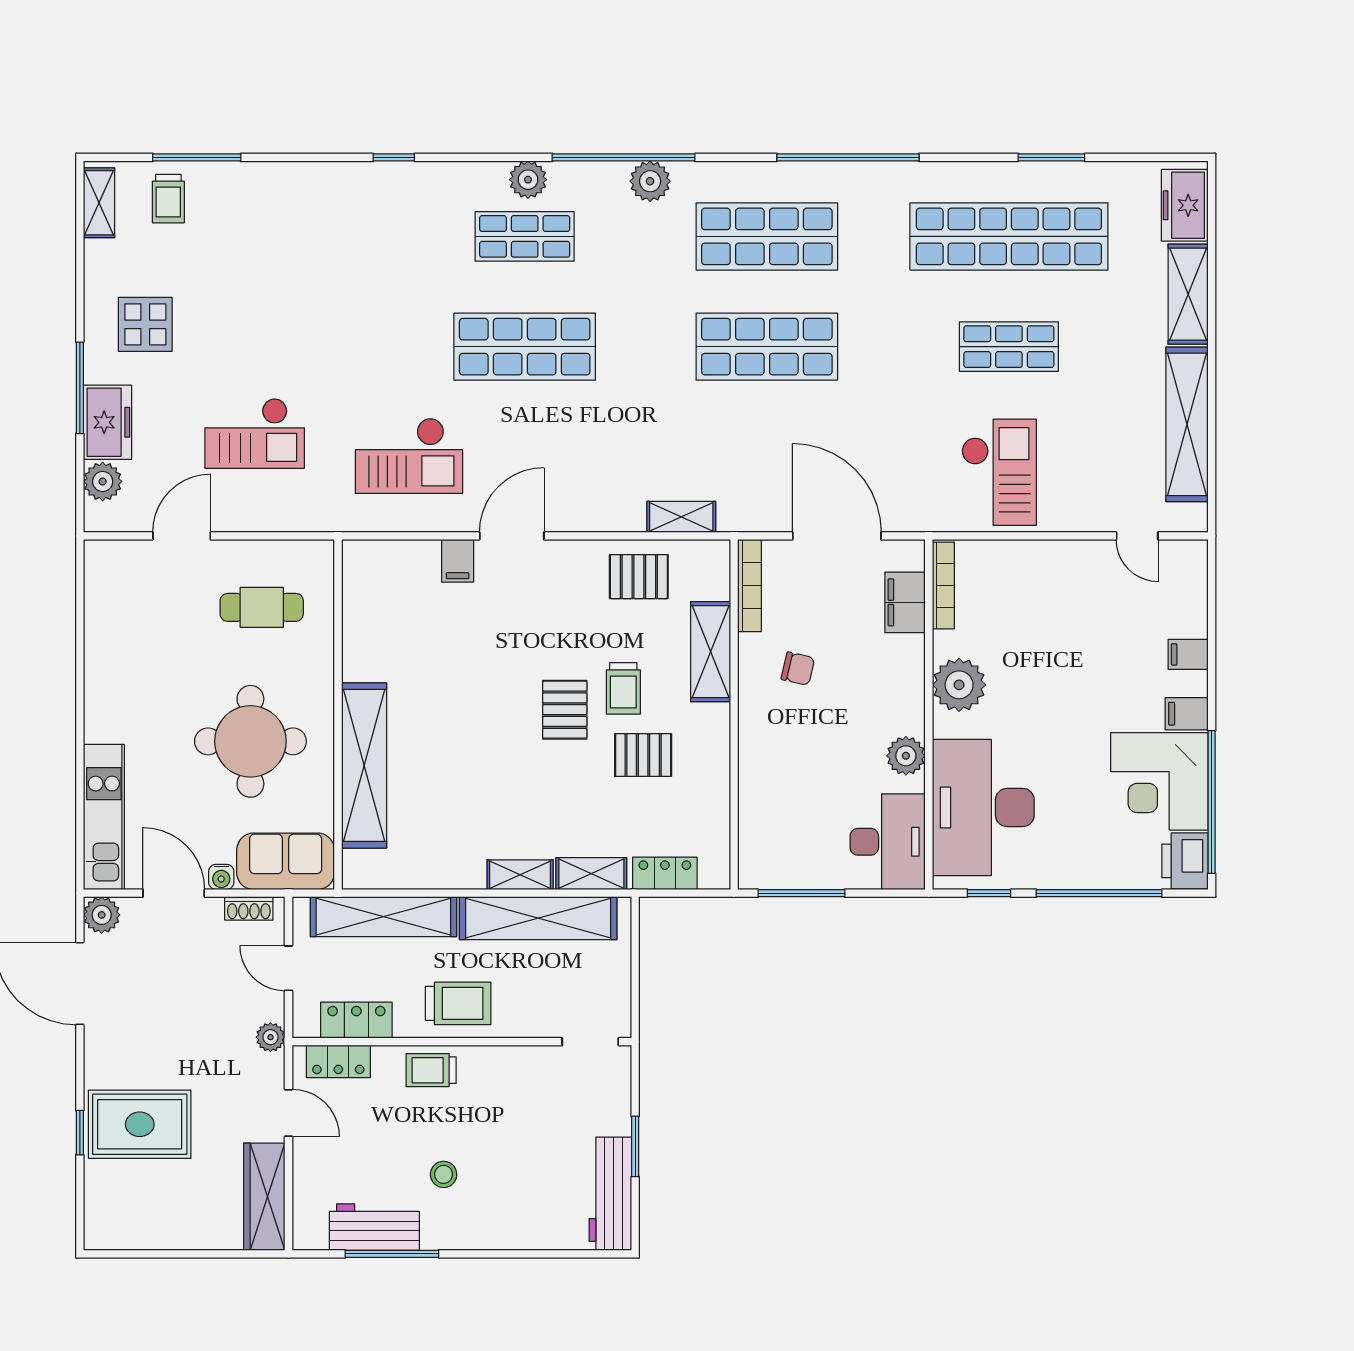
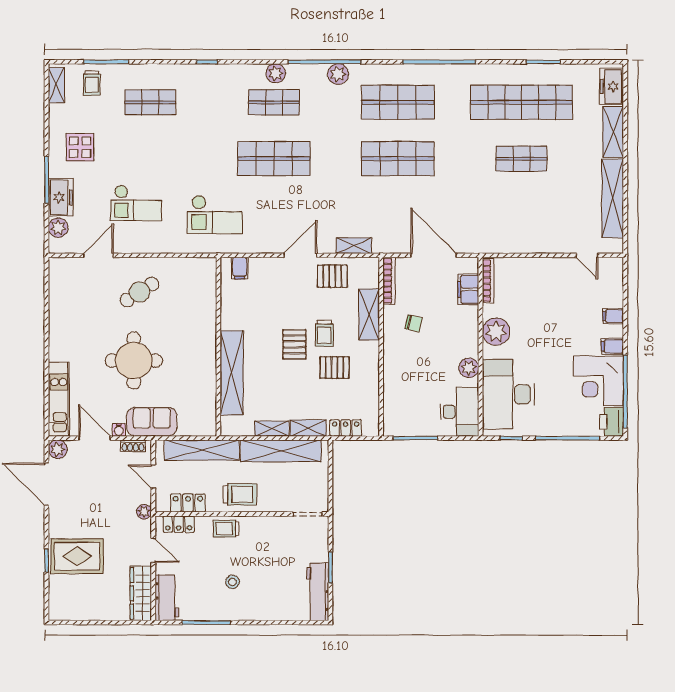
shop shelf: (283, 236) -> (150, 102), added
checkout: (999, 472) -> (516, 223), removed
door: (512, 536) -> (300, 255), moved
cafe table: (262, 607) -> (140, 292), turned -33
wall: (338, 714) -> (218, 347), moved
shelving: (364, 765) -> (232, 373), moved
workbench: (374, 1227) -> (167, 598), moved, turned 90

